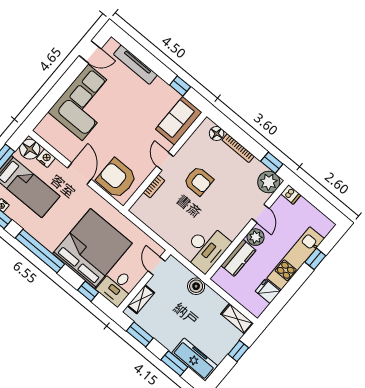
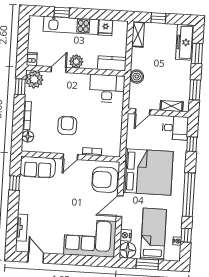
tv unit: (135, 65) -> (22, 228), width x0.71
corner sofa: (85, 102) -> (90, 238), moved
armchair: (117, 178) -> (105, 180), turned 90
bed: (92, 248) -> (148, 172), moved, turned 180
kitchen counter: (239, 258) -> (112, 63), moved

